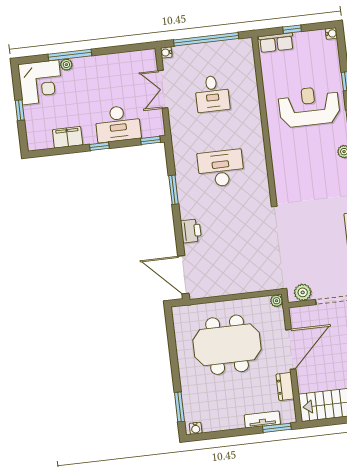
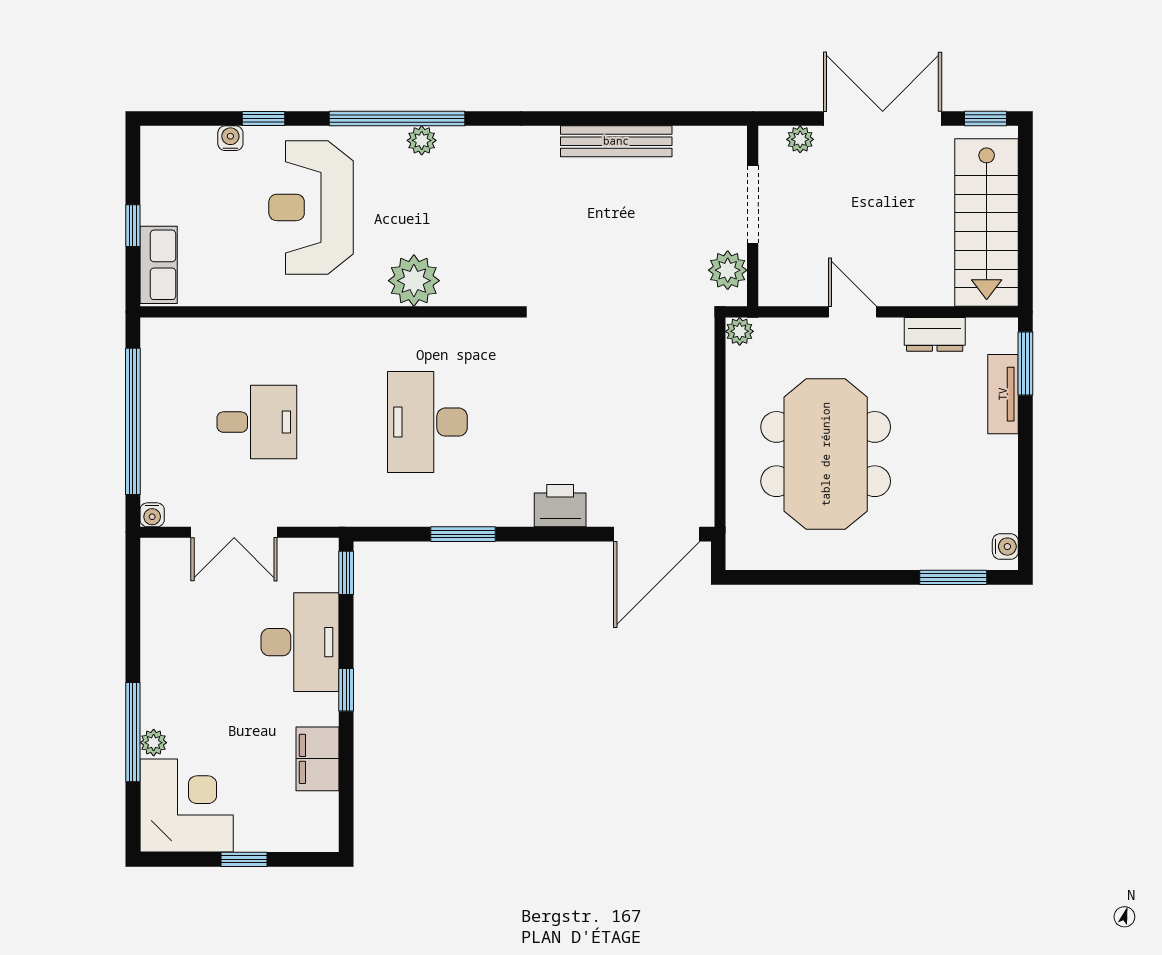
water cooler: (331, 33) -> (230, 138), moved
plant: (282, 155) -> (414, 281), added
door: (291, 349) -> (852, 312), width x0.53

